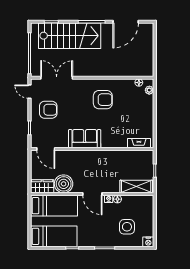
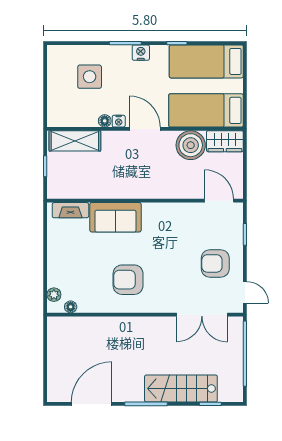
stairs: (70, 36) -> (181, 389), width x0.73, depth x0.66
sofa: (85, 139) -> (115, 217), moved
nightstand: (148, 242) -> (141, 53), moved

